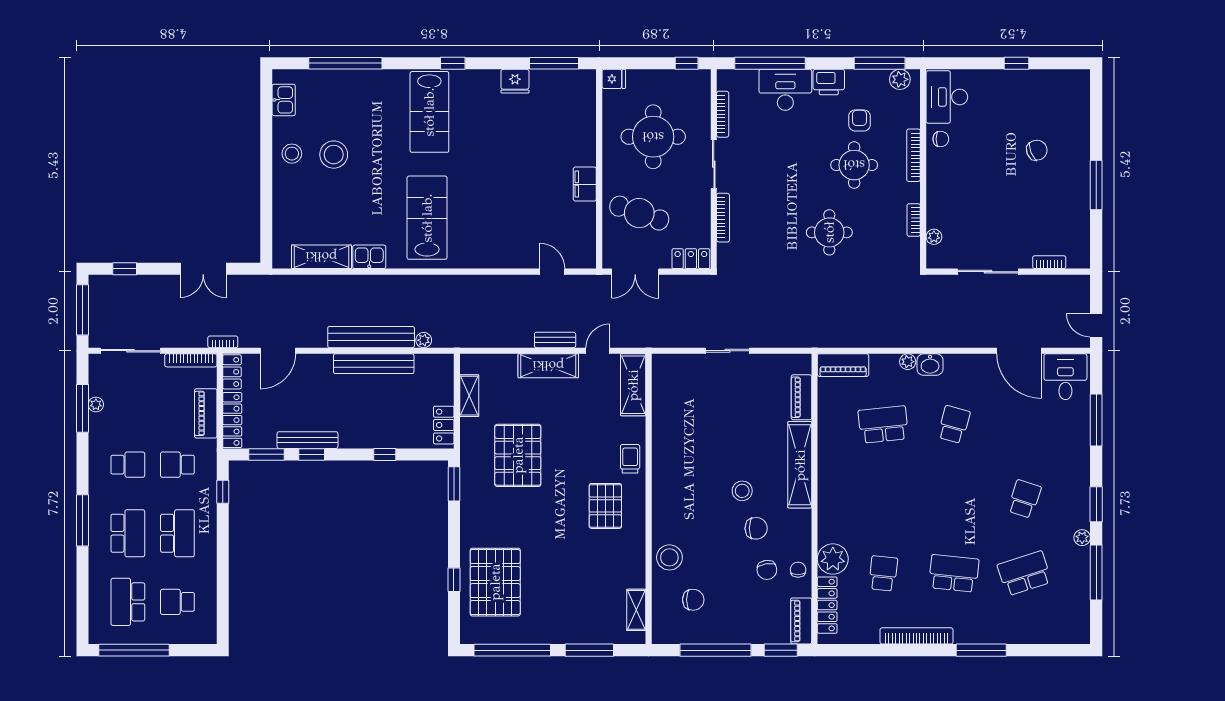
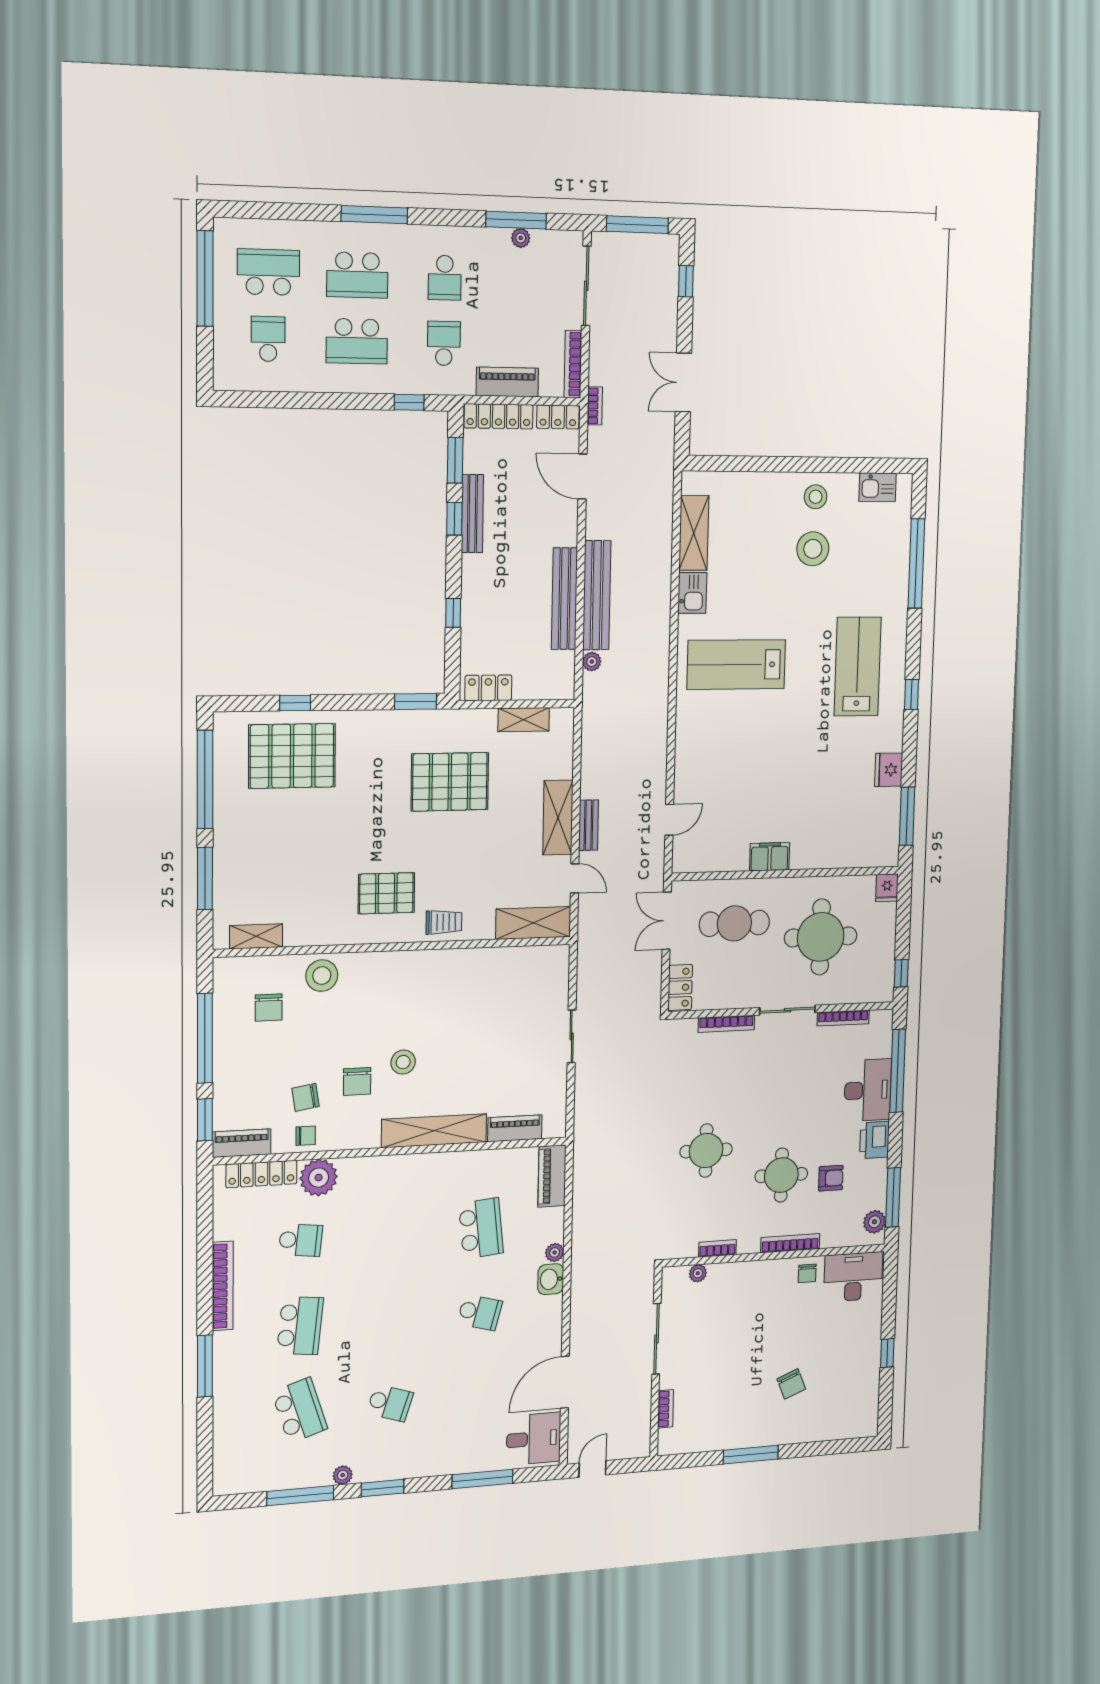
lab bench: (429, 112) -> (858, 667), turned 90
cafe table: (639, 213) -> (734, 923), turned 71
lab bench: (427, 218) -> (736, 665), turned 180

